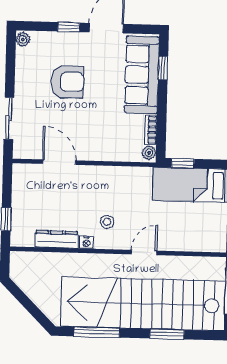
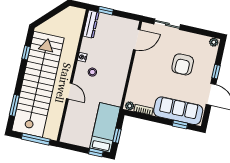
door: (59, 162) -> (137, 40), moved
window: (183, 163) -> (117, 136), moved
dresser: (57, 239) -> (91, 24), moved
window: (97, 332) -> (26, 53), width x0.46
window: (167, 334) -> (14, 105), moved

